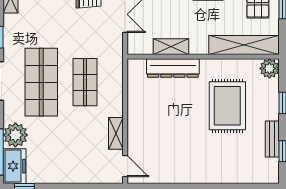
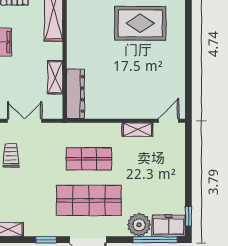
dresser: (173, 68) -> (75, 94), moved
rug: (227, 106) -> (140, 23), moved

